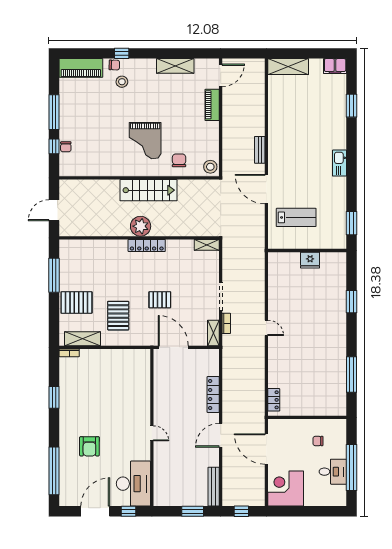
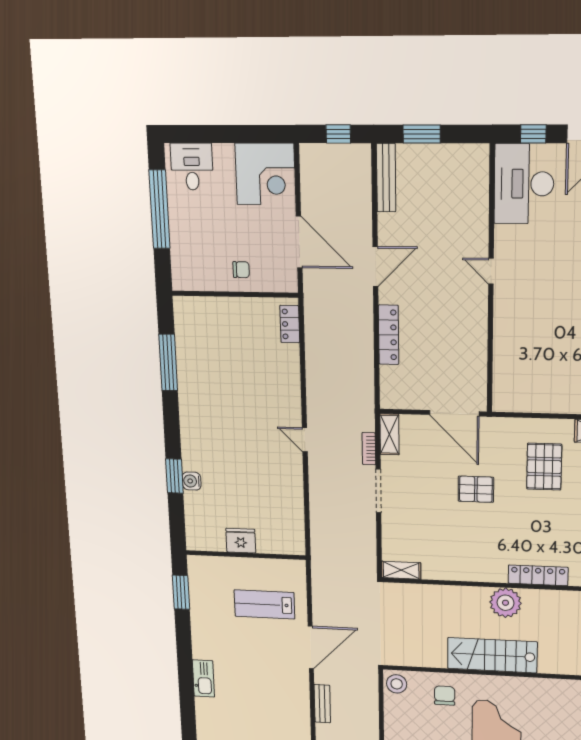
chair: (179, 160) -> (445, 696), turned 180
door: (266, 189) -> (311, 647), hinge flipped
locker: (147, 245) -> (538, 575), moved
water cooler: (340, 299) -> (192, 481), added
chair: (318, 441) -> (241, 270), moved
desk: (333, 472) -> (192, 167), moved, turned 90

